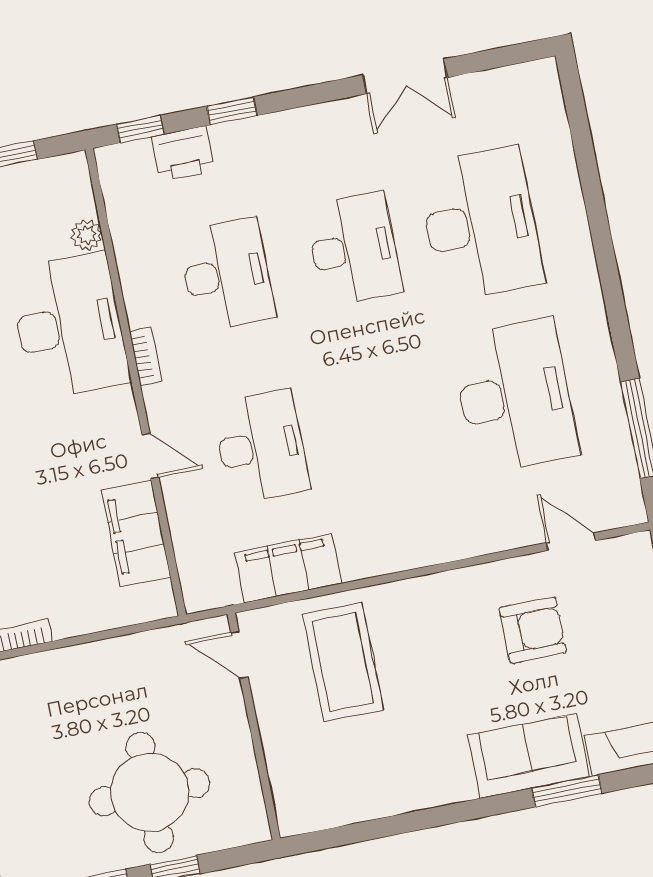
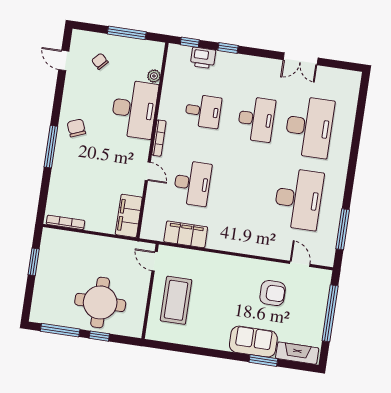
desk: (227, 274) -> (203, 111), width x0.73
bookcase: (146, 356) -> (159, 138), width x1.56
filing cabinet: (136, 533) -> (129, 216), moved
coffee table: (343, 662) -> (176, 300), moved

